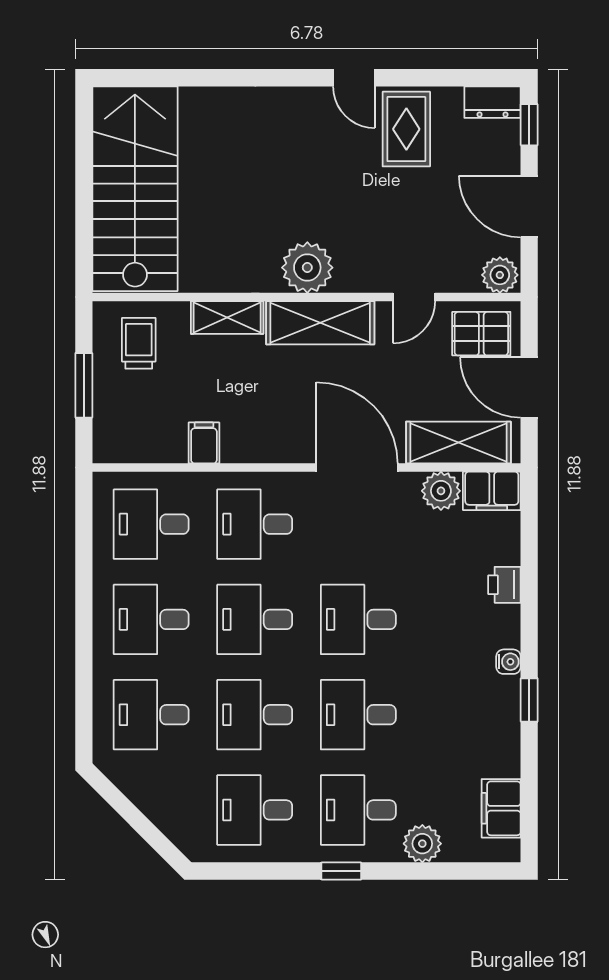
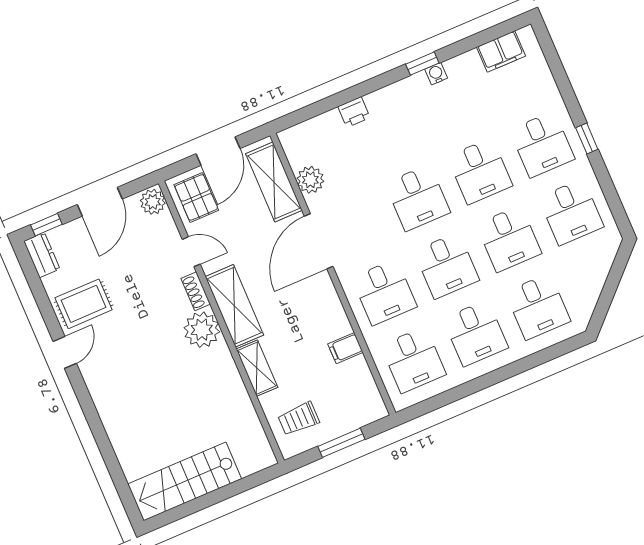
stairs: (135, 189) -> (185, 481), width x0.73, depth x0.66
shoe rack: (360, 281) -> (196, 291), added
filing cabinet: (492, 491) -> (296, 147), removed
water cooler: (508, 662) -> (436, 74), moved
plant: (422, 844) -> (546, 93), removed

